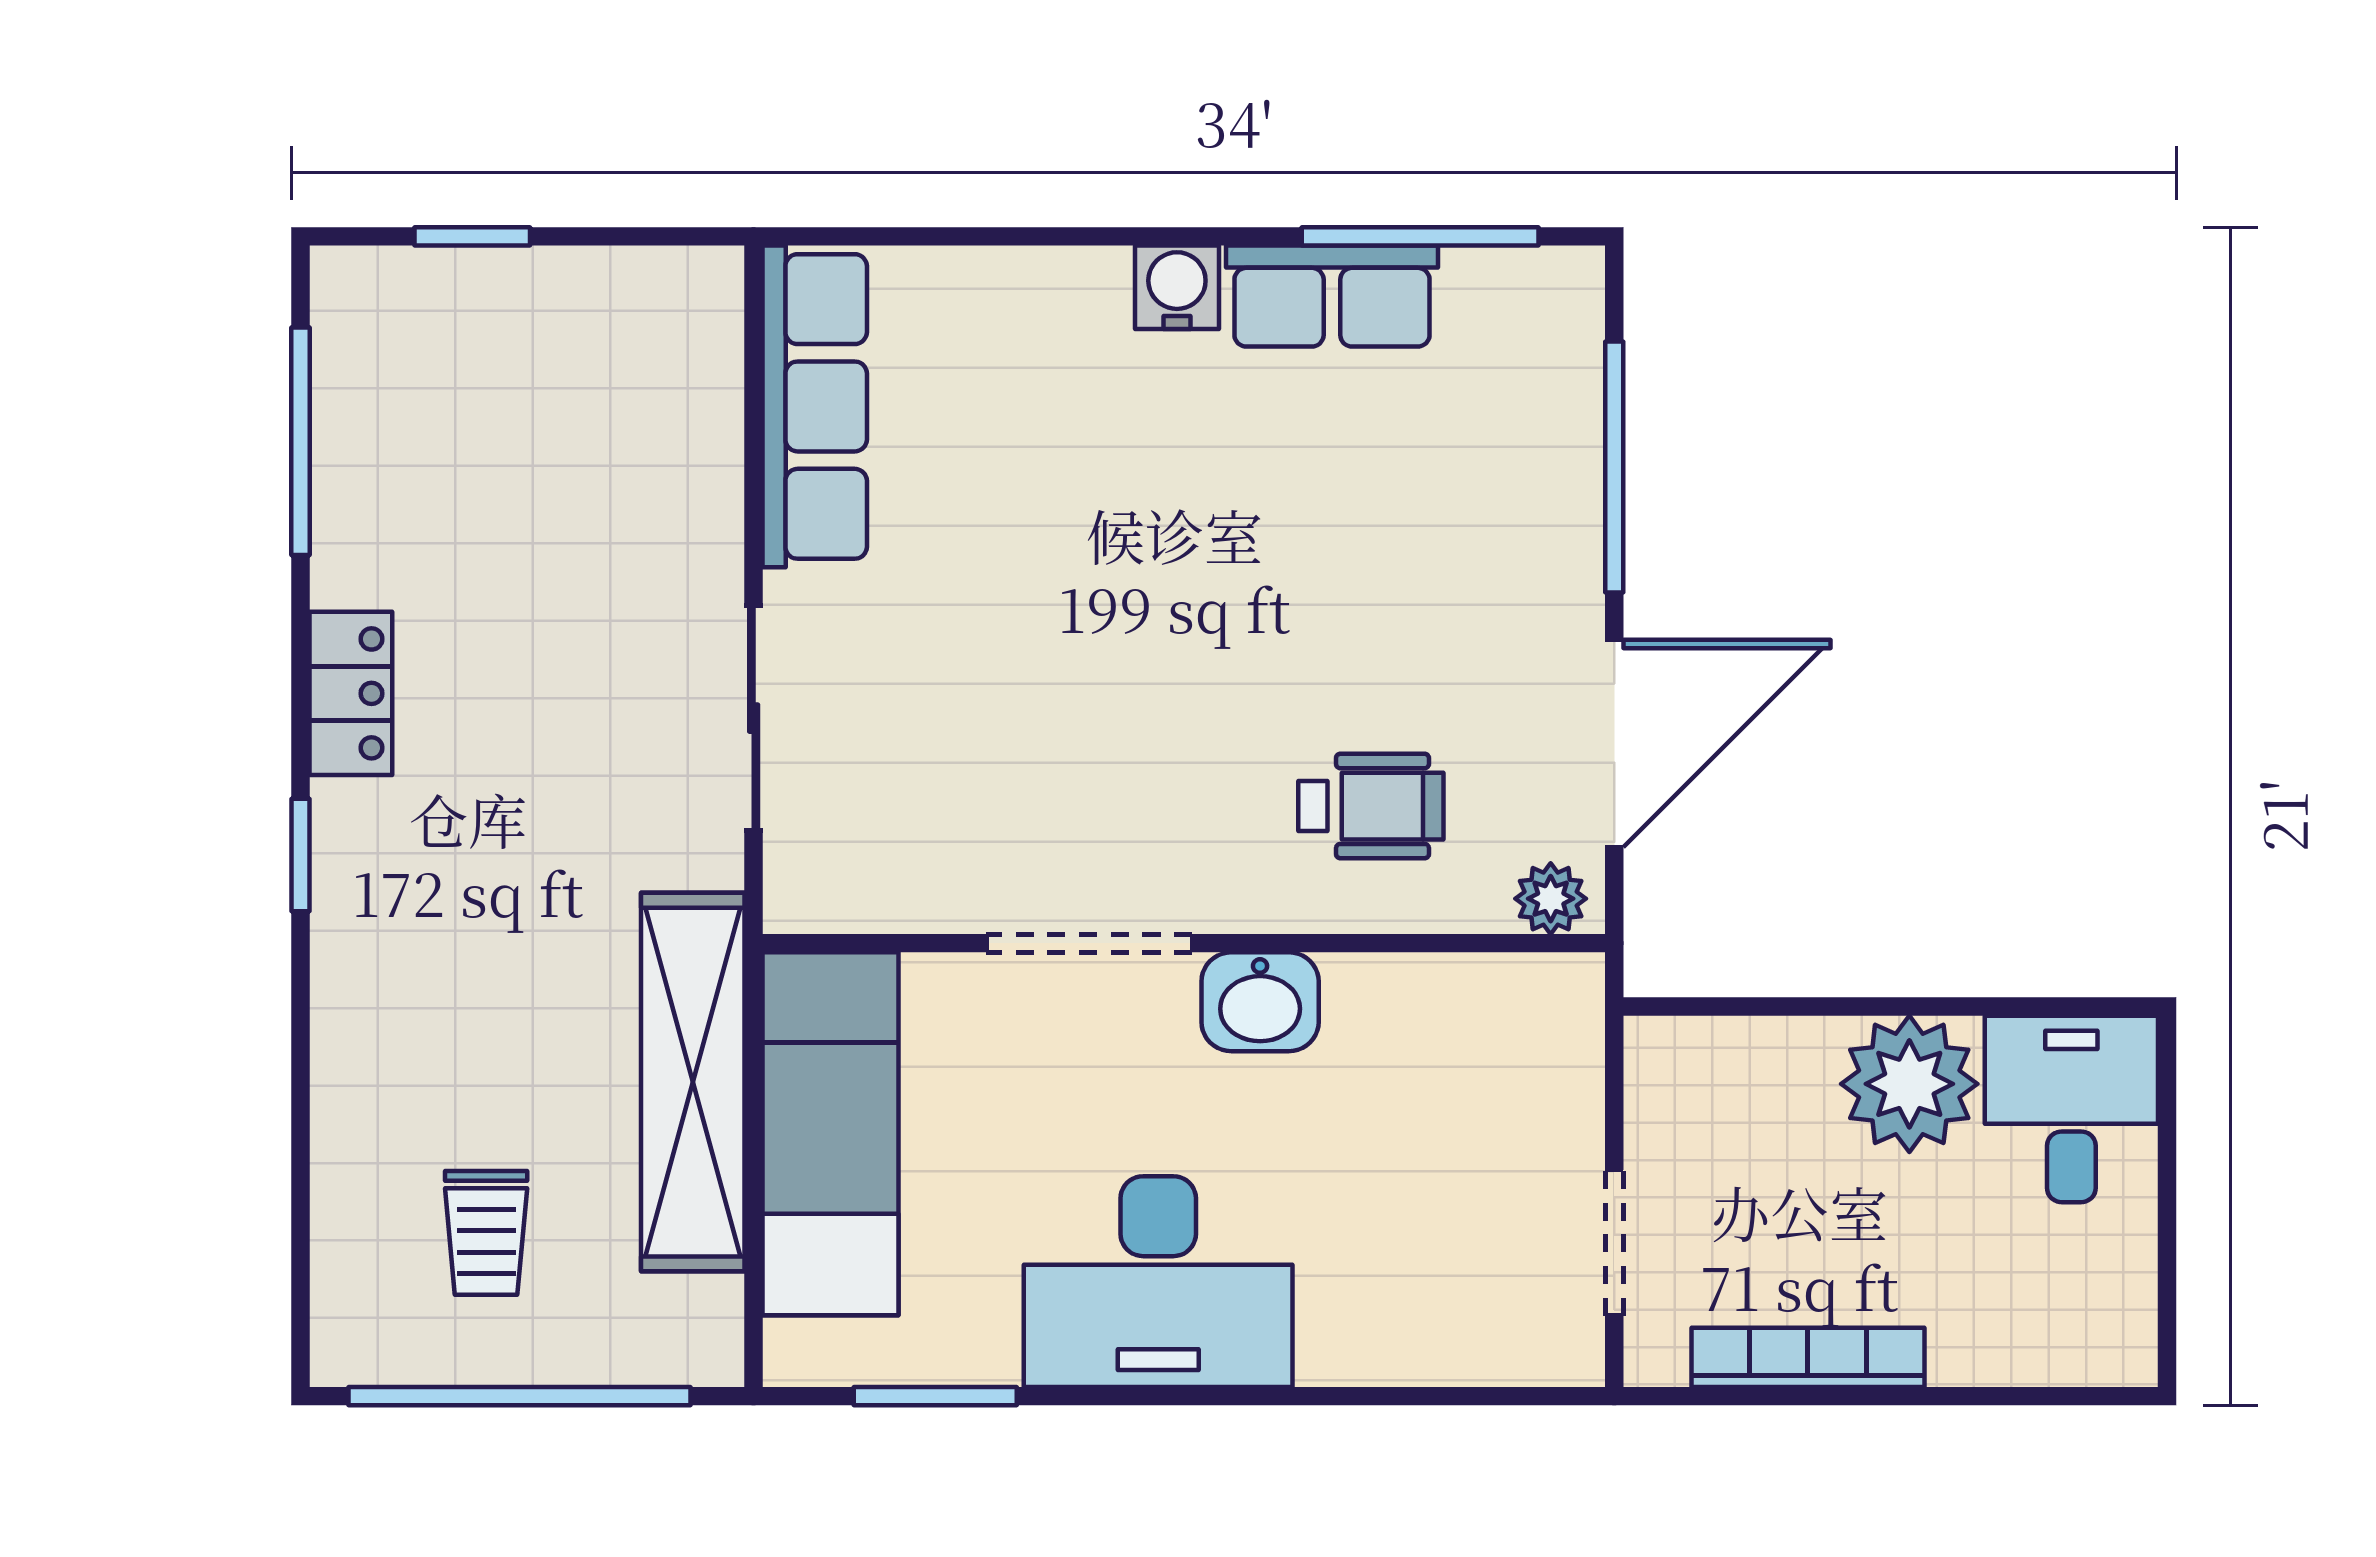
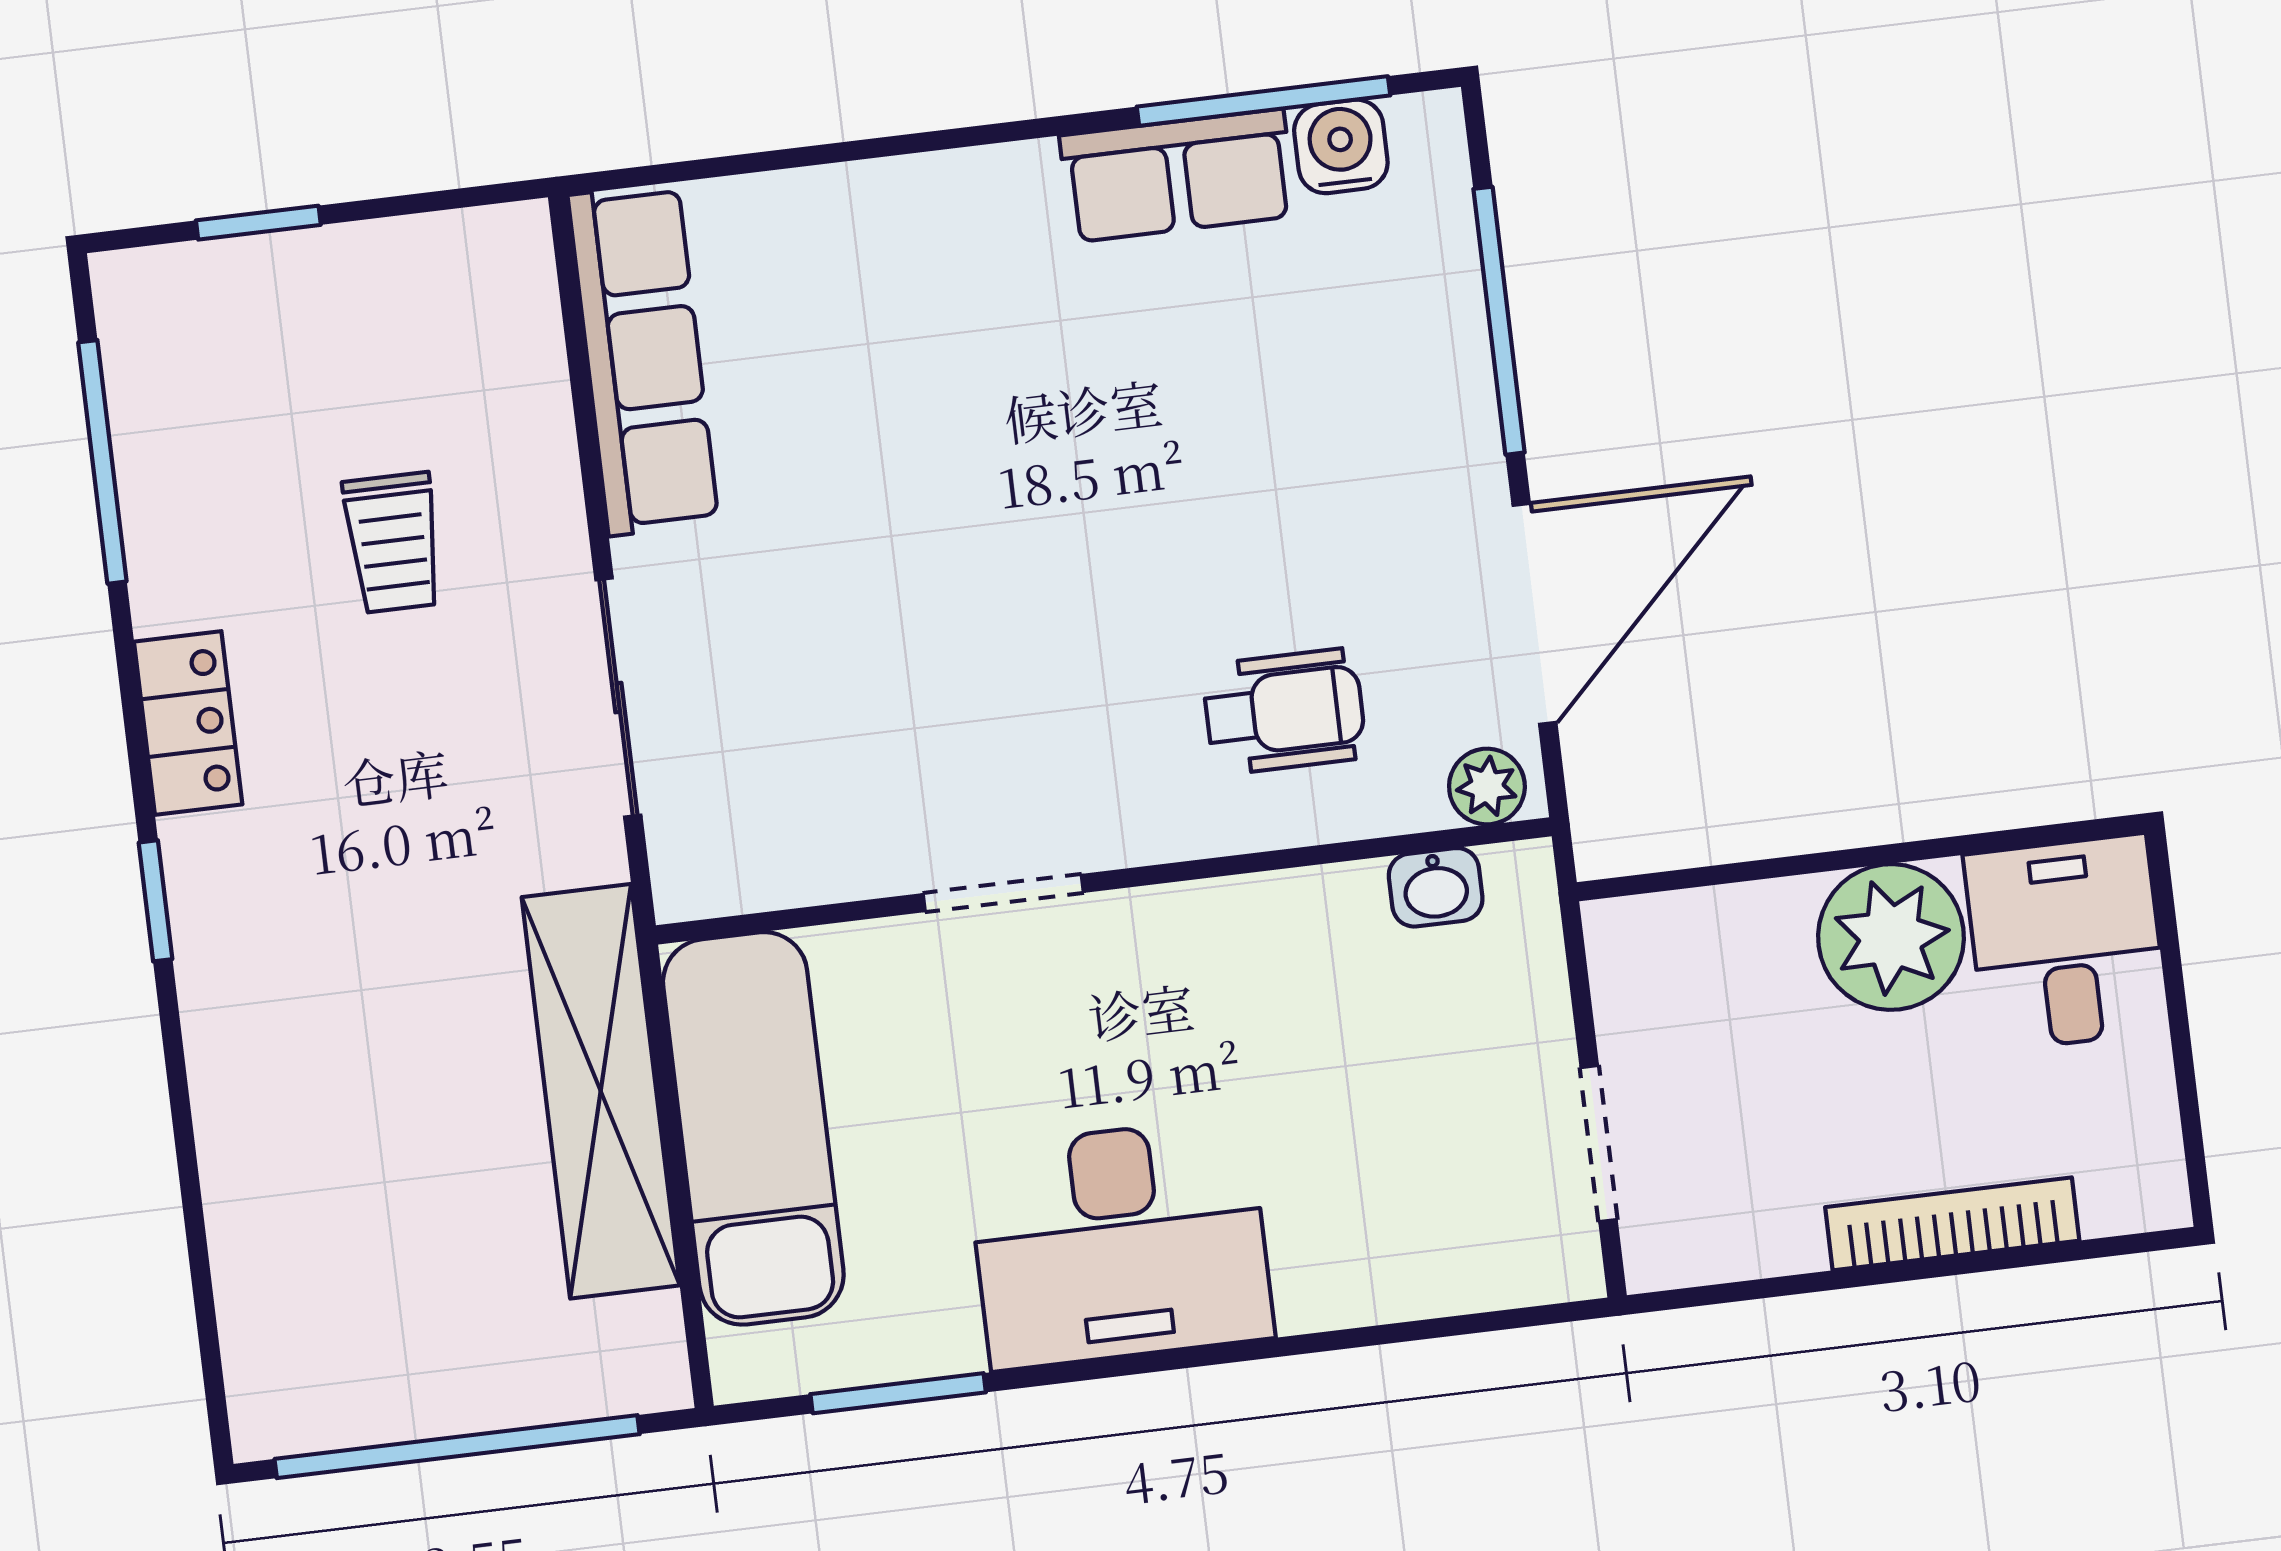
water cooler: (1177, 287) -> (1341, 146), moved
doorway: (1089, 943) -> (1003, 893), width x0.73
washbasin: (1260, 1002) -> (1436, 887), moved, width x0.72, depth x0.69
trolley: (486, 1233) -> (393, 543), moved
bookcase: (1808, 1357) -> (1952, 1224), moved

